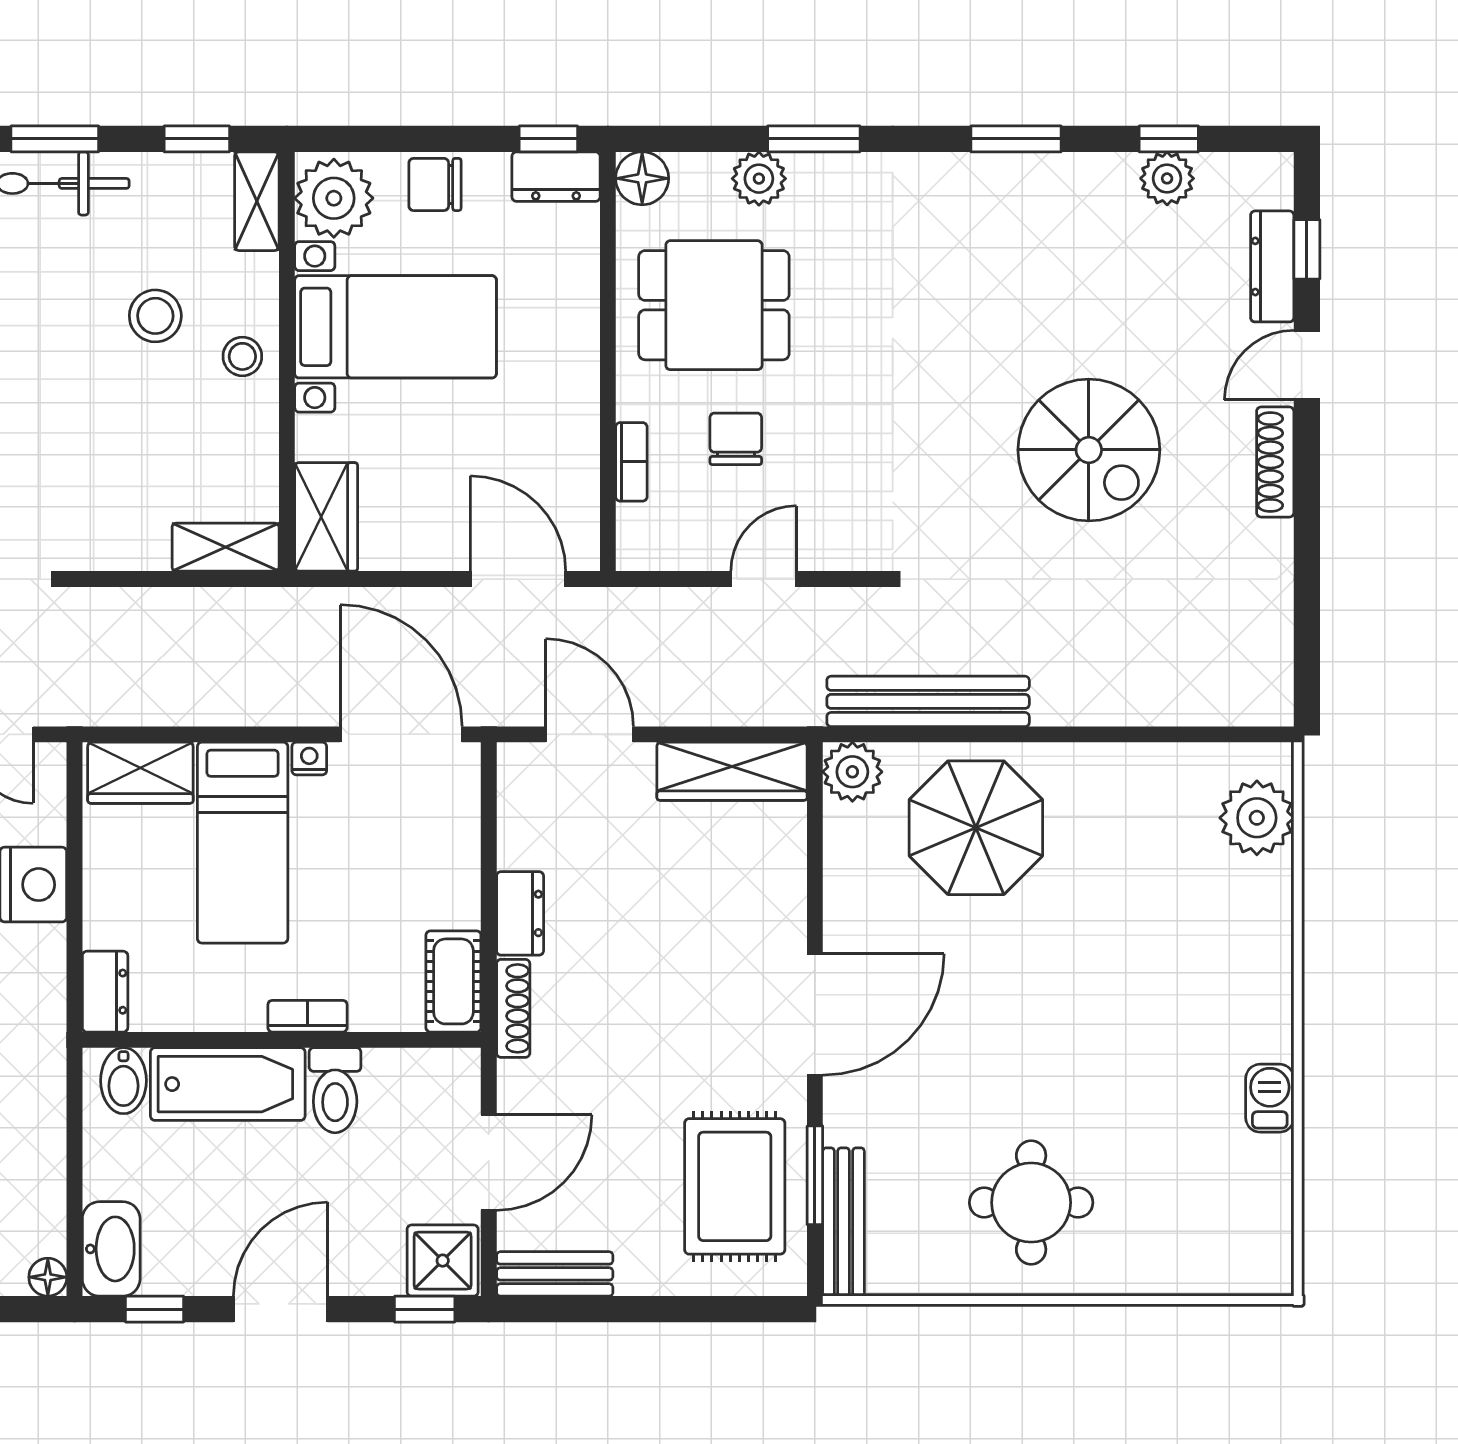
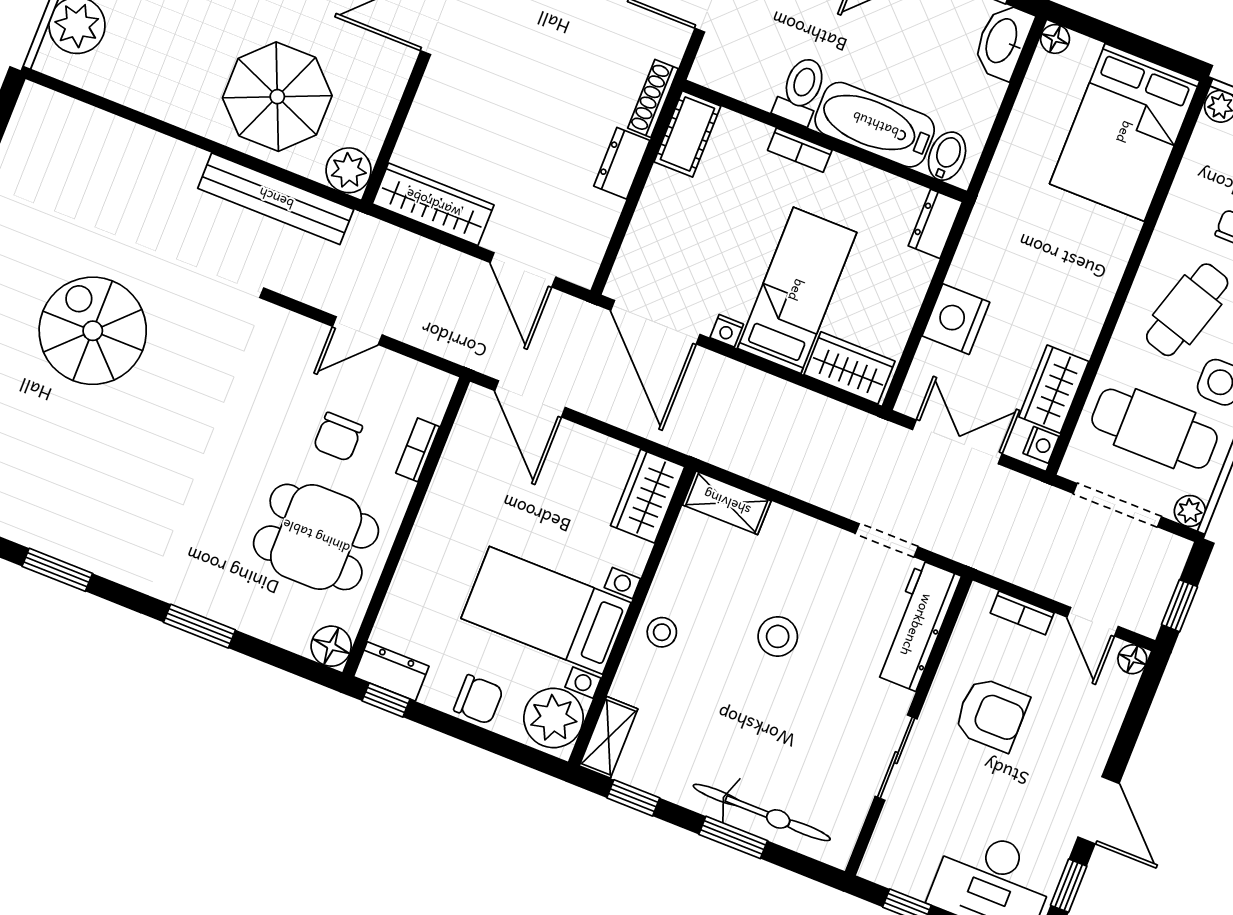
plant: (759, 179) -> (249, 613), removed
stool: (155, 316) -> (778, 636), moved

